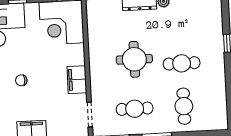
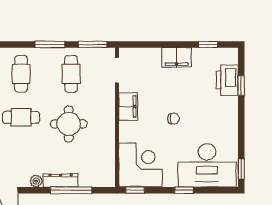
chair: (21, 80) -> (174, 119), moved
cafe table: (135, 109) -> (71, 74), turned 90

